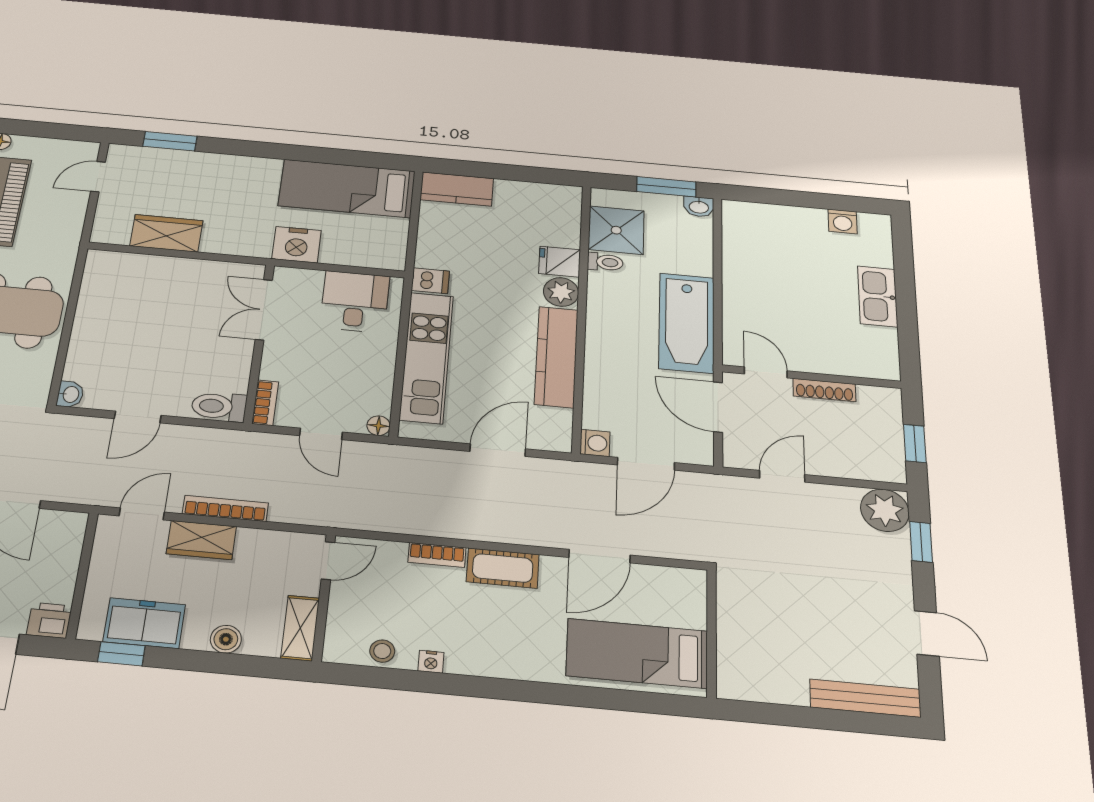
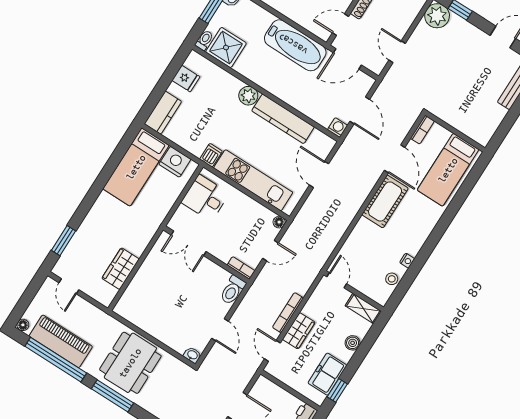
nightstand: (297, 245) -> (175, 162), moved, turned -90
fridge: (560, 262) -> (186, 79), moved, turned -90
toilet: (605, 262) -> (204, 40), moved
bookcase: (437, 555) -> (422, 130), moved
cot: (503, 568) -> (385, 201), width x1.37, depth x1.34

